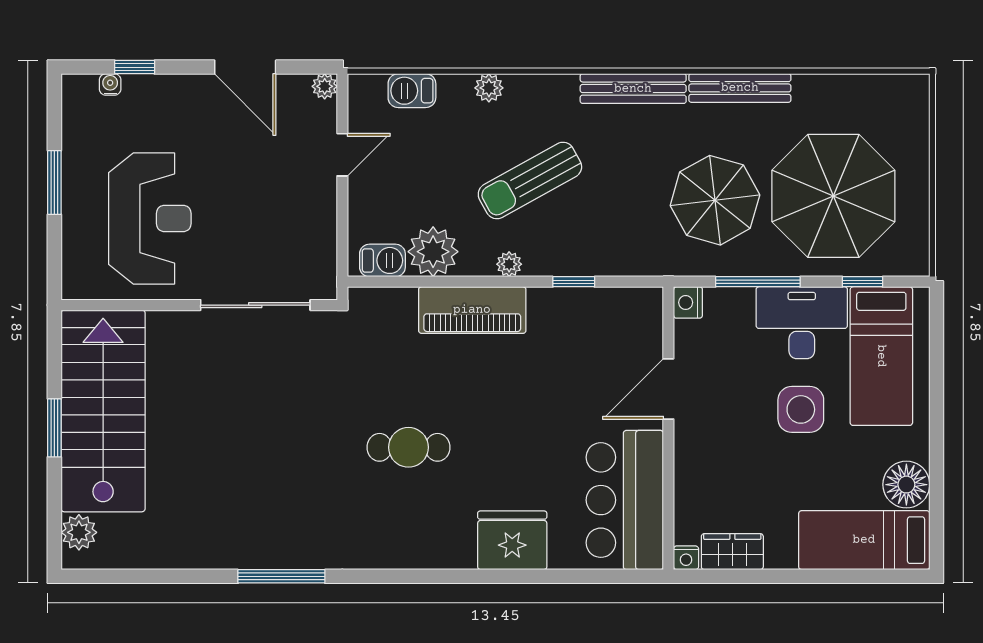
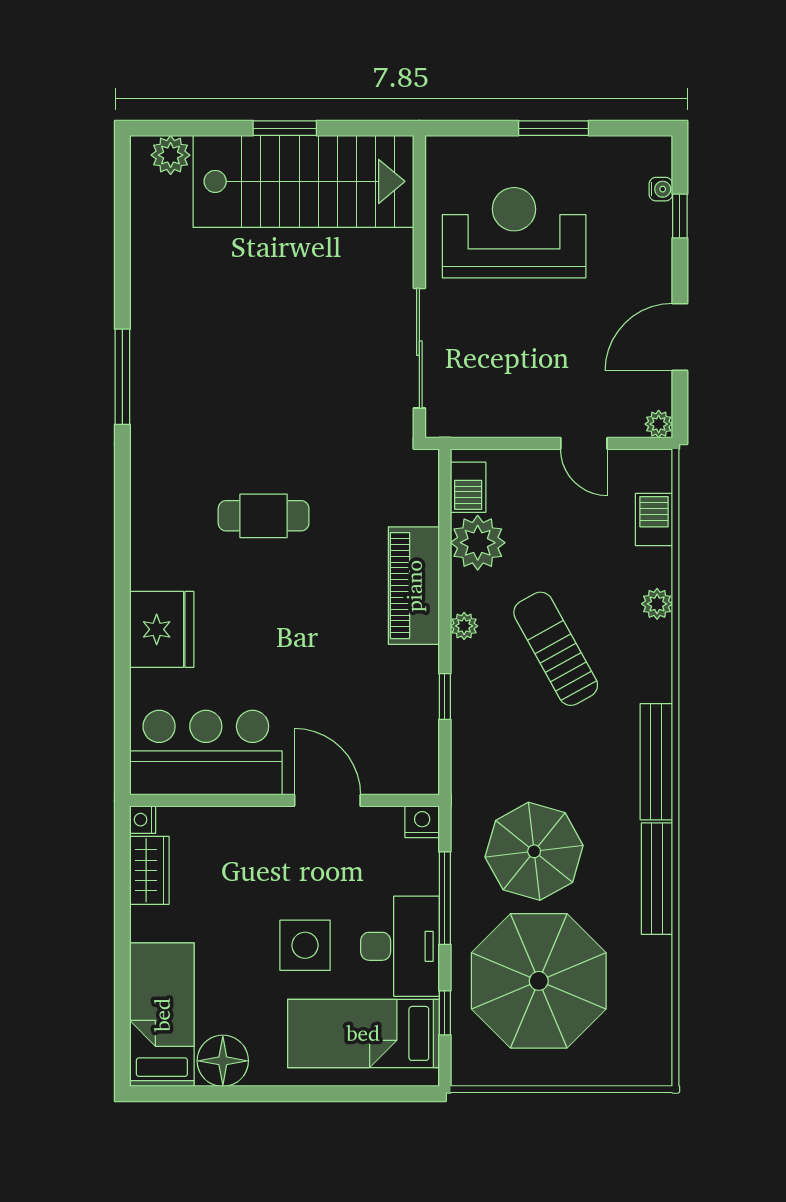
reception desk: (150, 218) -> (514, 233), turned 180
cafe table: (408, 447) -> (264, 516), turned 90

